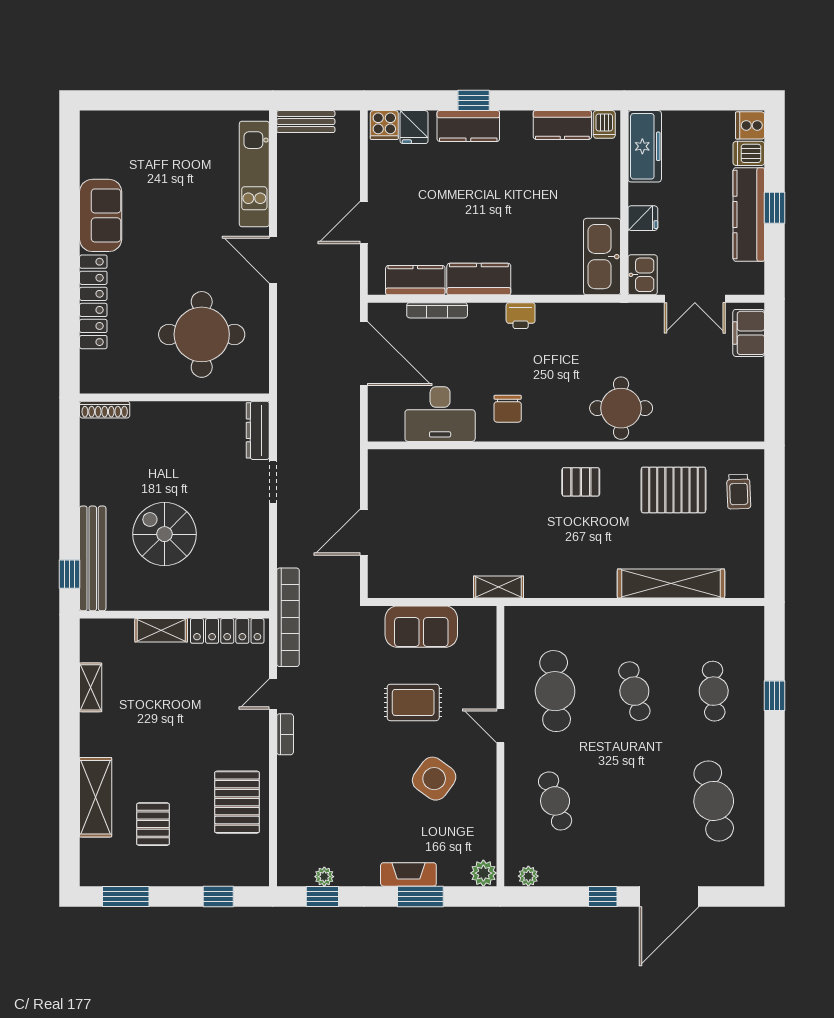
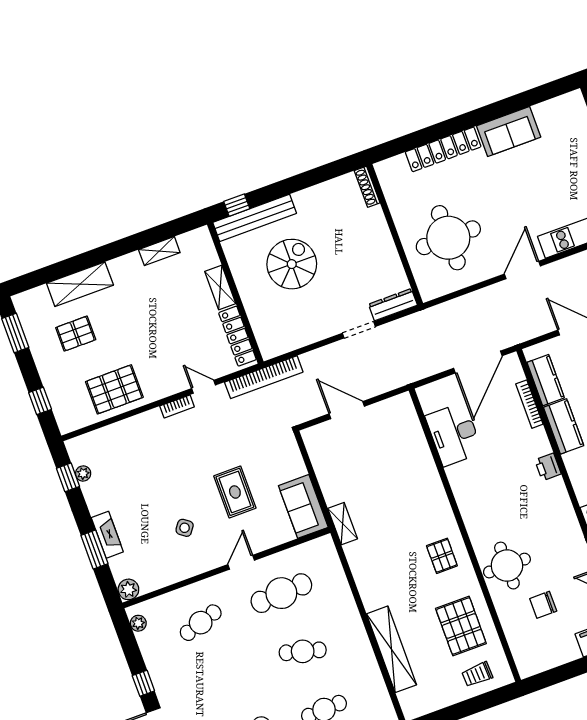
chair: (508, 409) -> (543, 605), moved
sofa: (421, 627) -> (303, 506), moved
cafe table: (634, 691) -> (303, 651), turned 30
side table: (434, 779) -> (185, 528), width x0.54, depth x0.54

